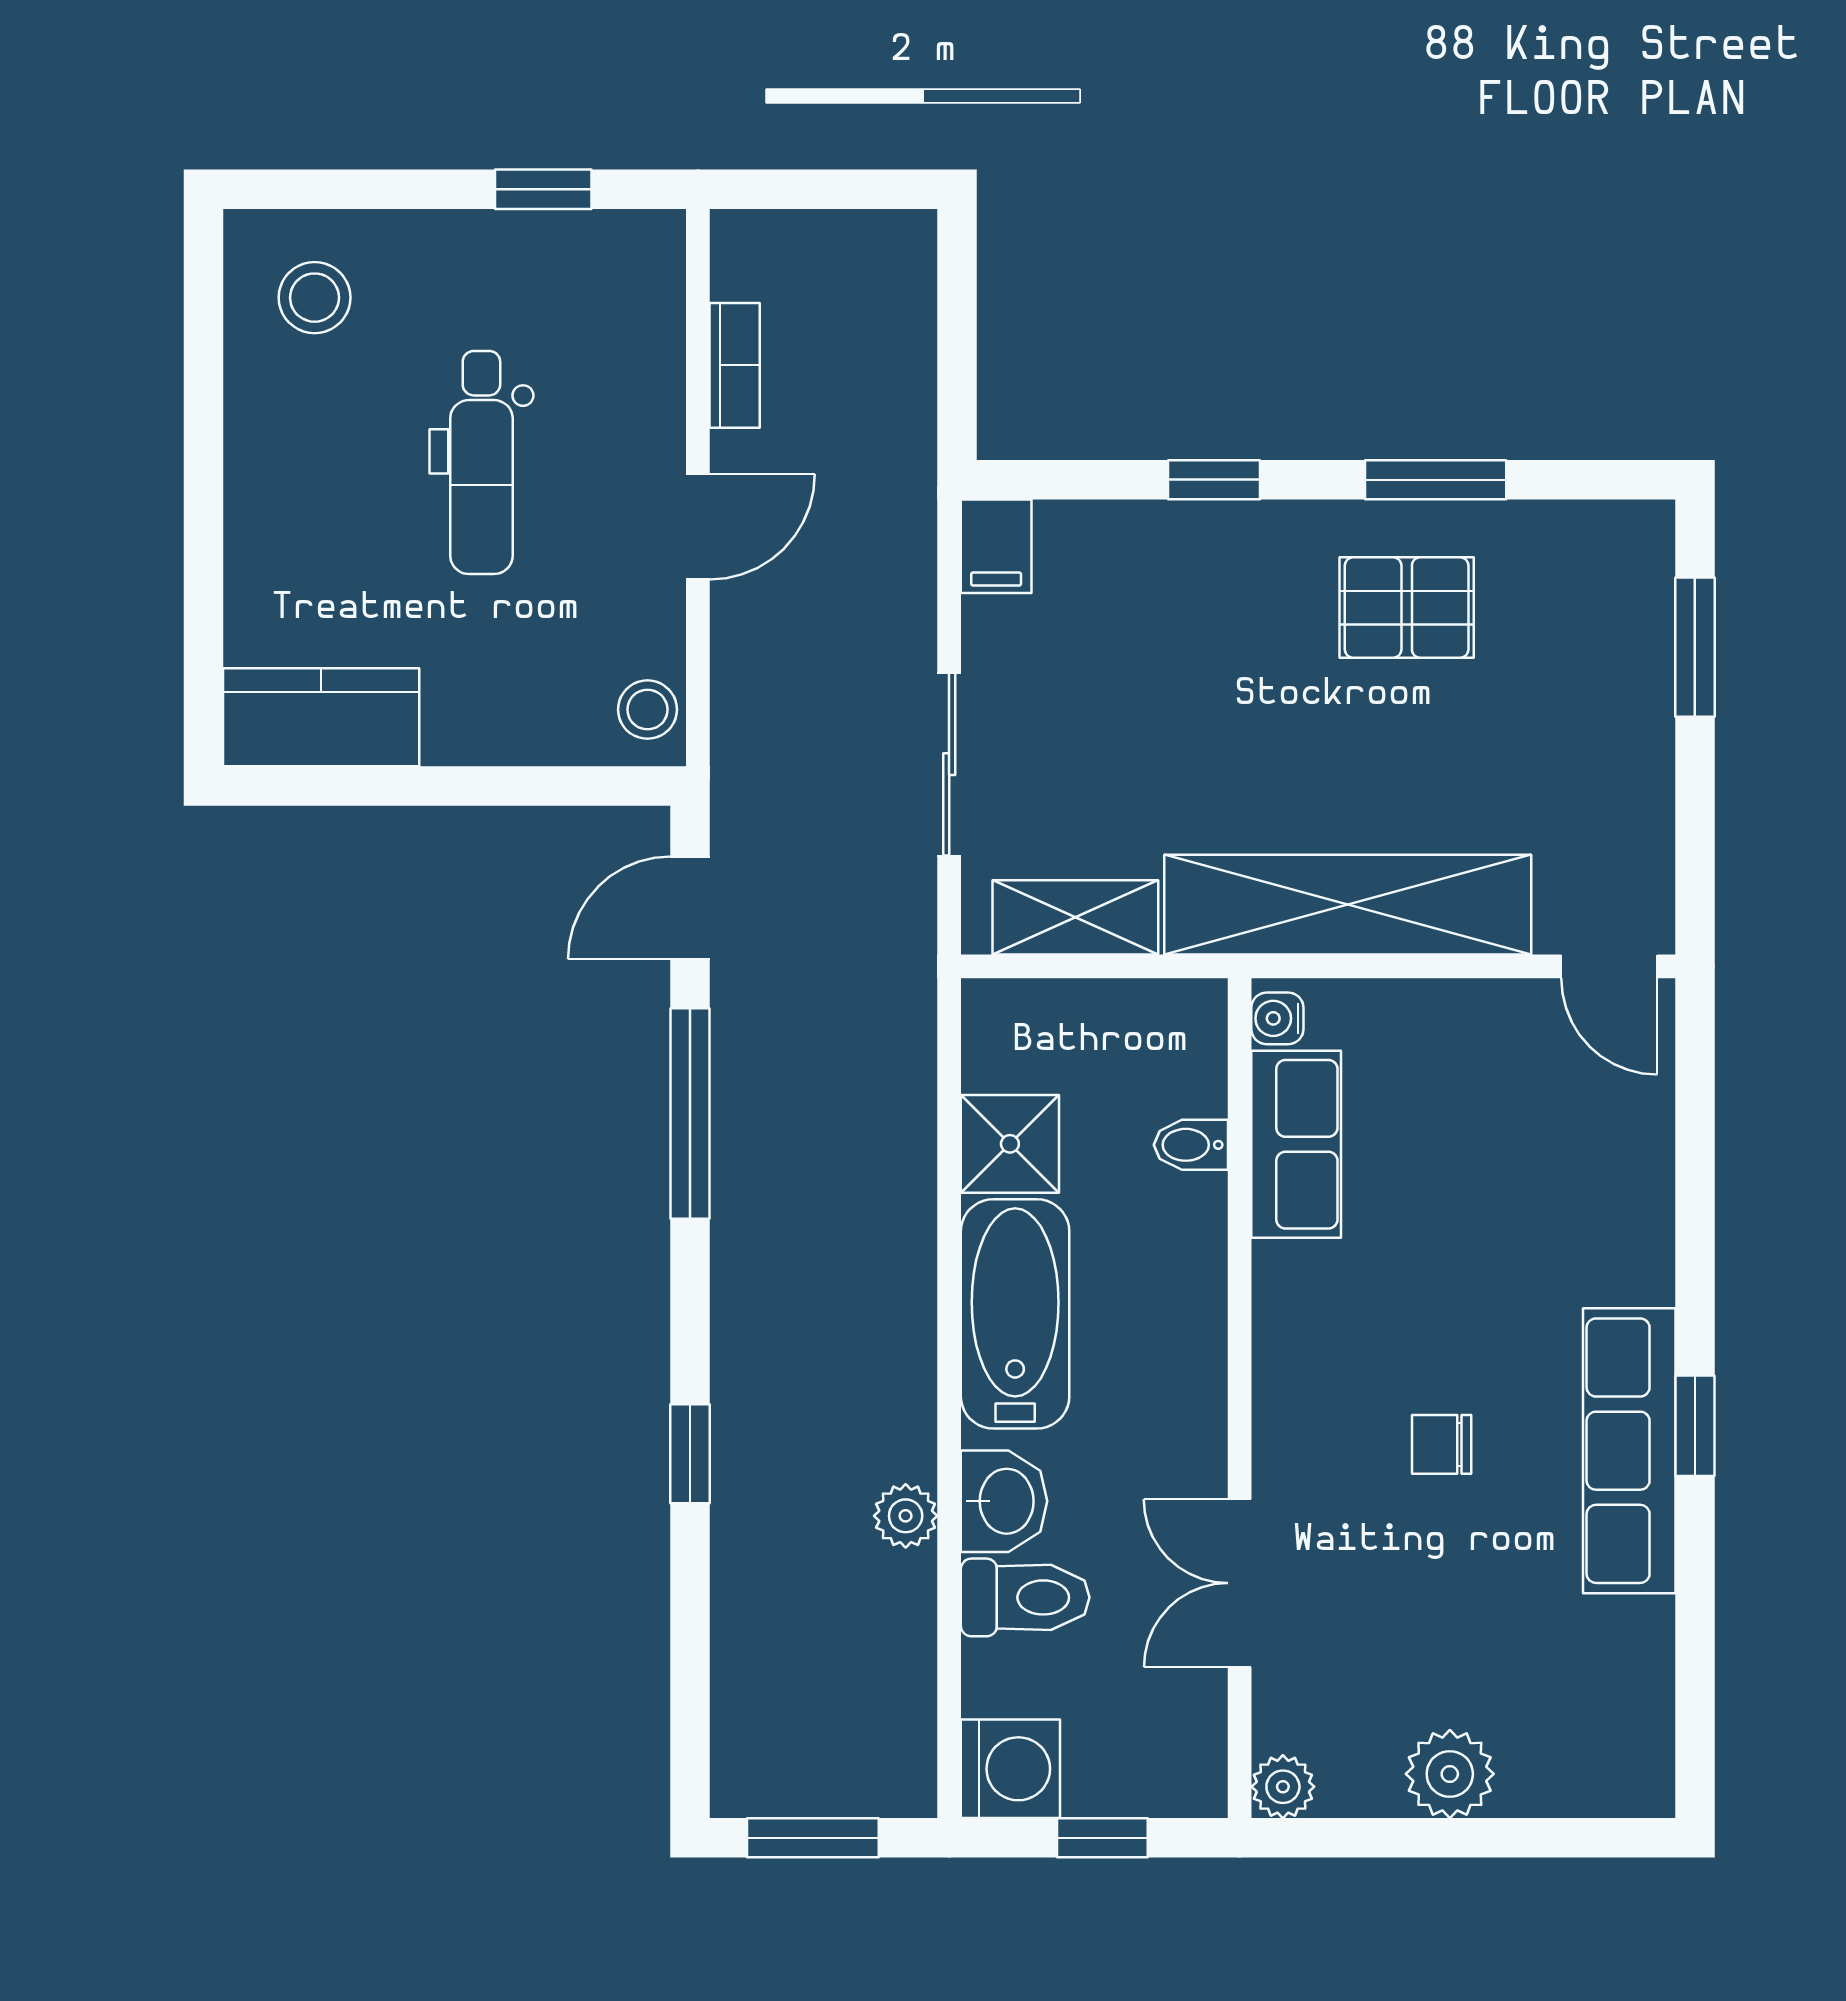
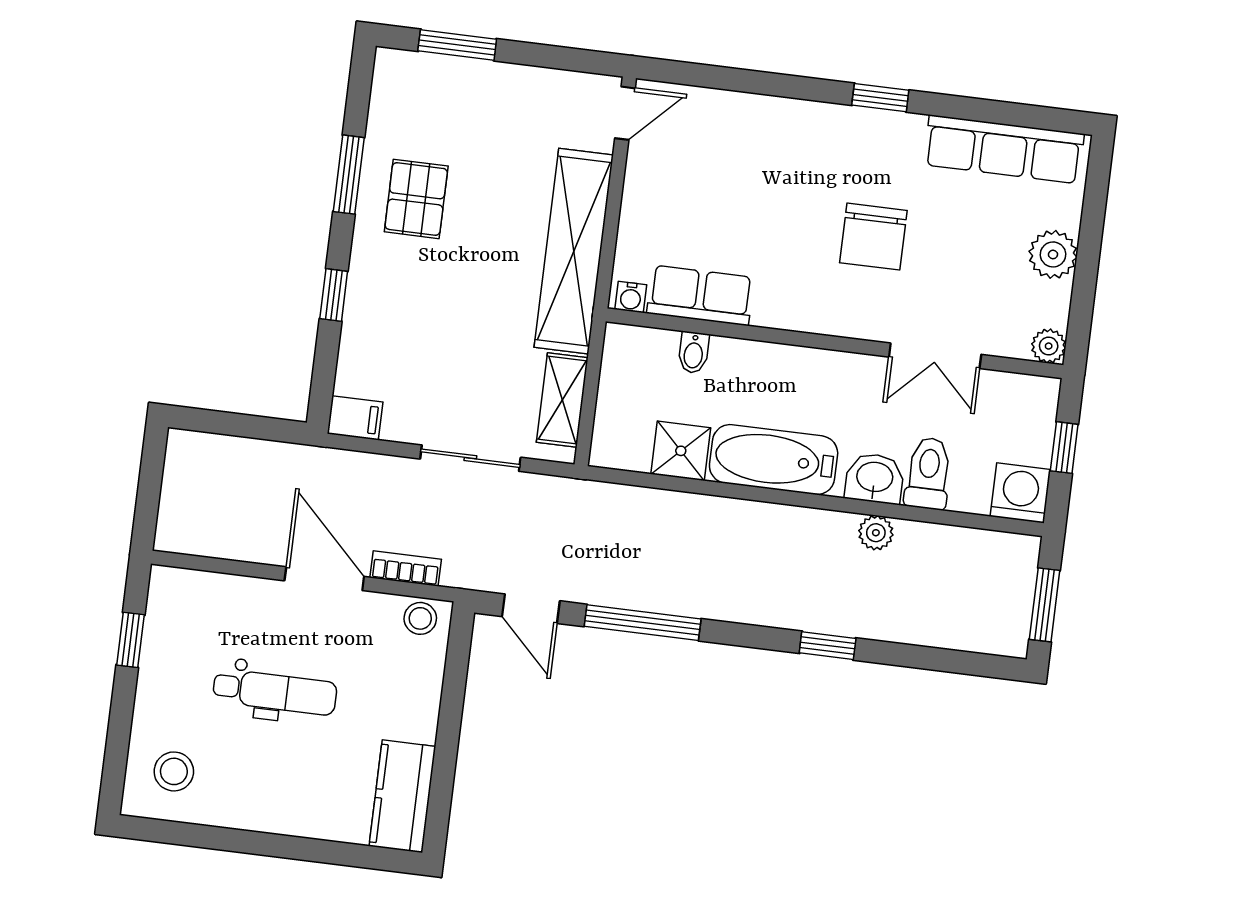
bookcase: (735, 365) -> (406, 568), moved
door: (698, 527) -> (324, 579), width x1.38
chair: (1442, 1444) -> (873, 237), width x1.87, depth x1.87
row of seats: (1629, 1451) -> (1004, 149), moved

